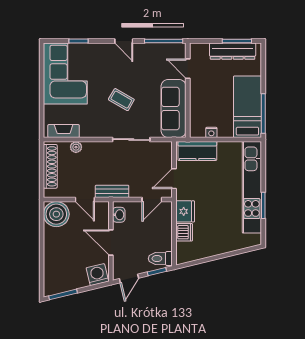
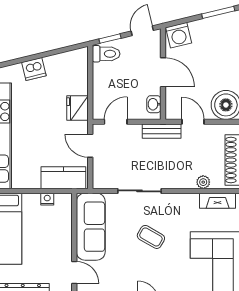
door: (174, 179) -> (90, 146), swing flipped
dishwasher: (184, 232) -> (34, 69), moved, turned -104

